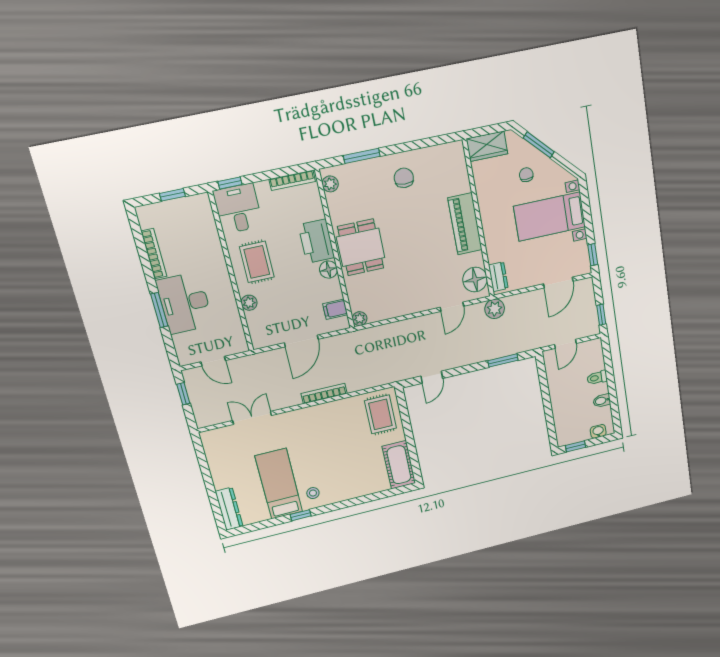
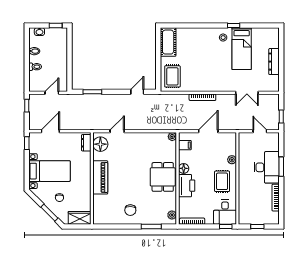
plant: (495, 309) -> (92, 124), removed
dresser: (229, 509) -> (274, 62), moved

